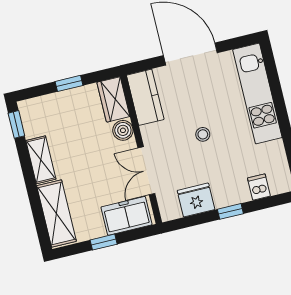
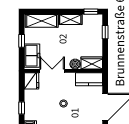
window: (69, 83) -> (105, 32), moved
fridge: (196, 200) -> (32, 81), moved

